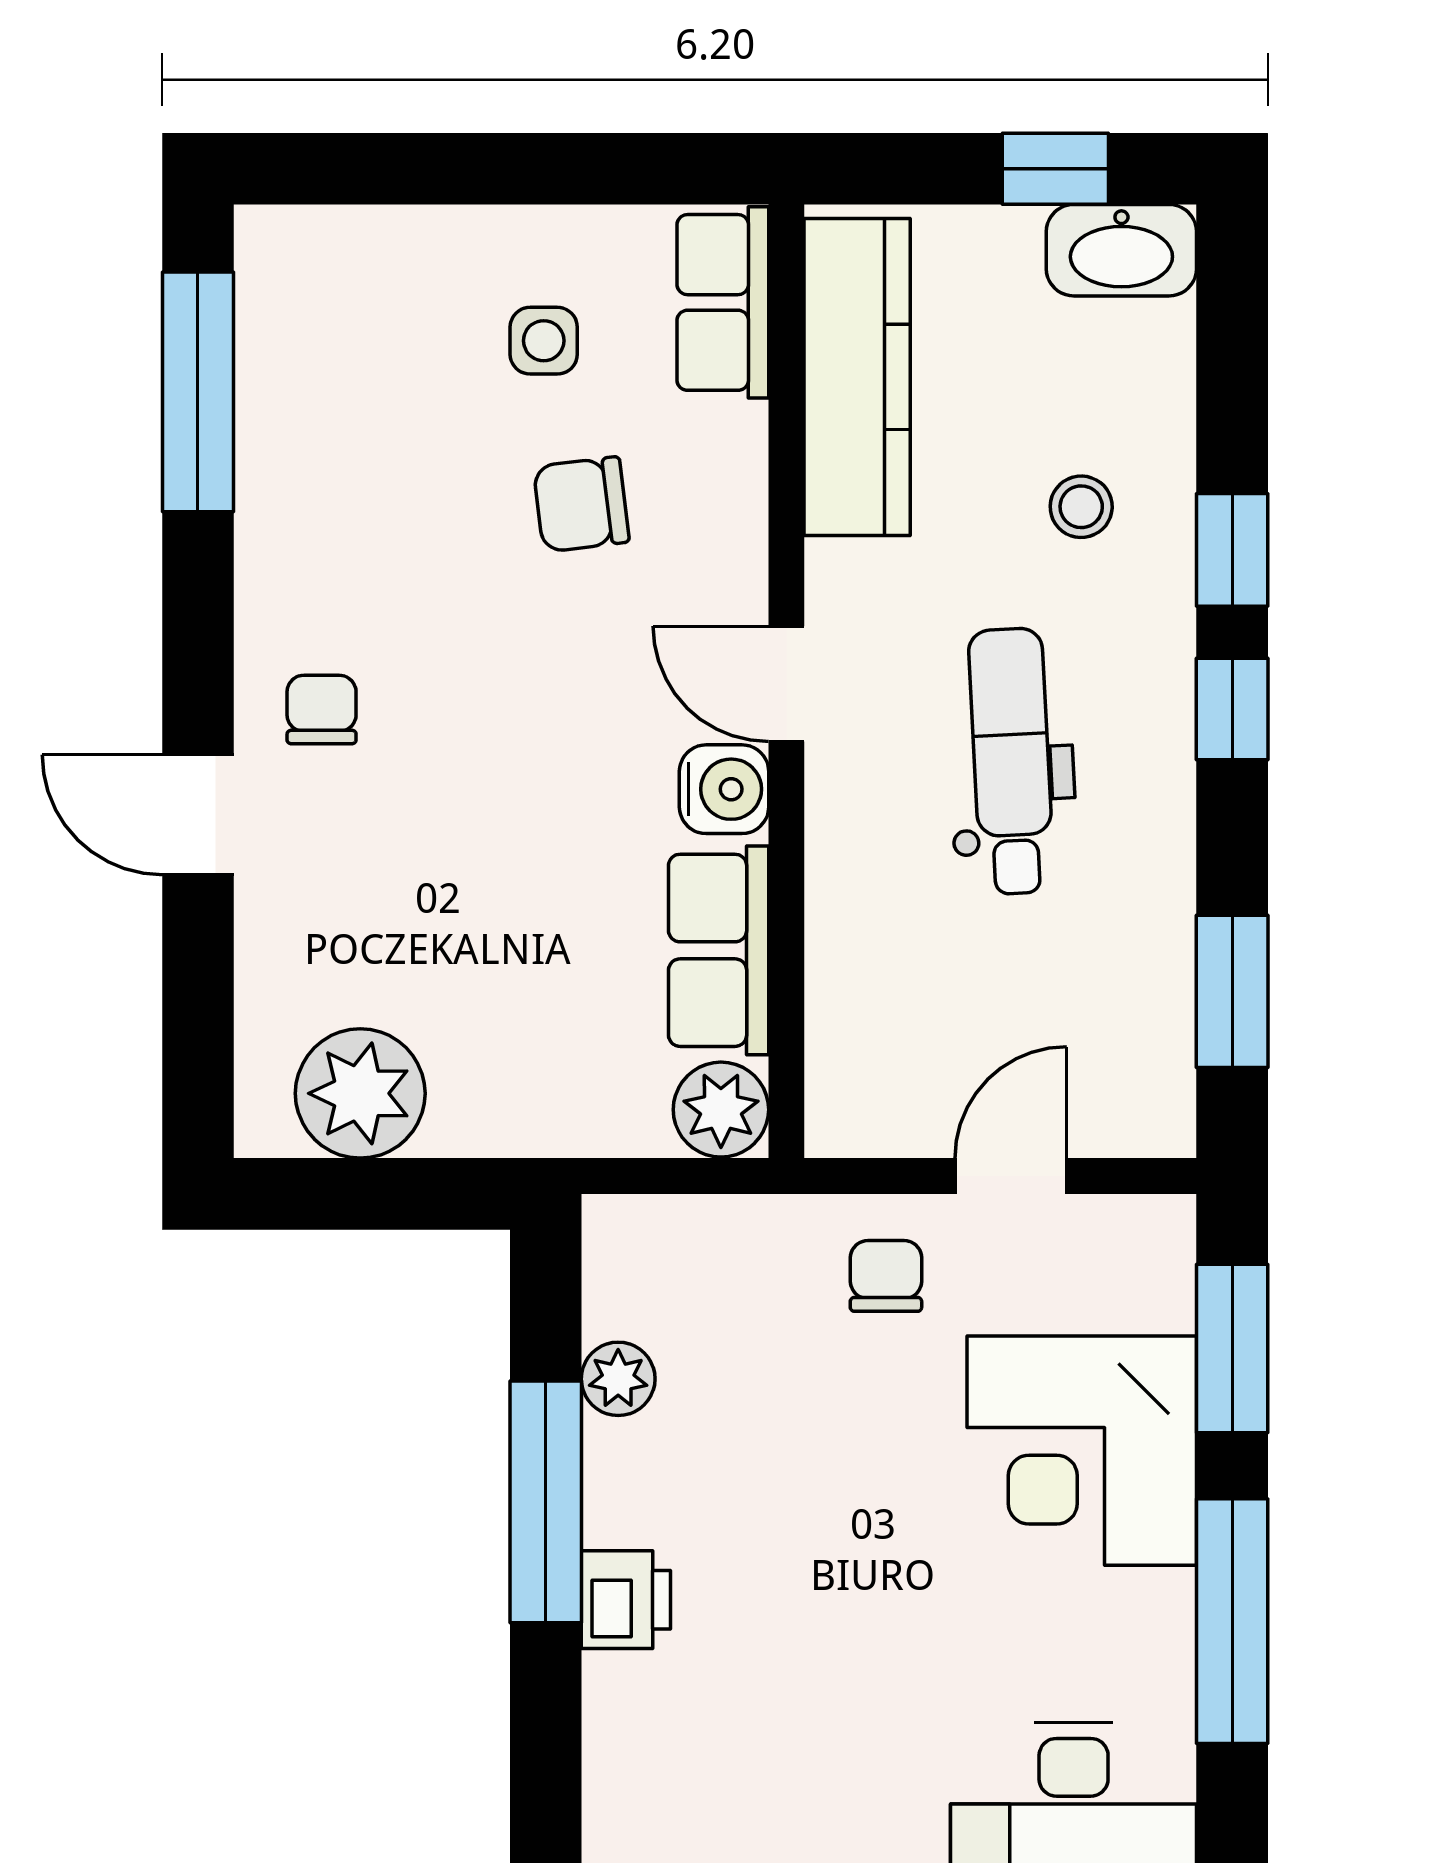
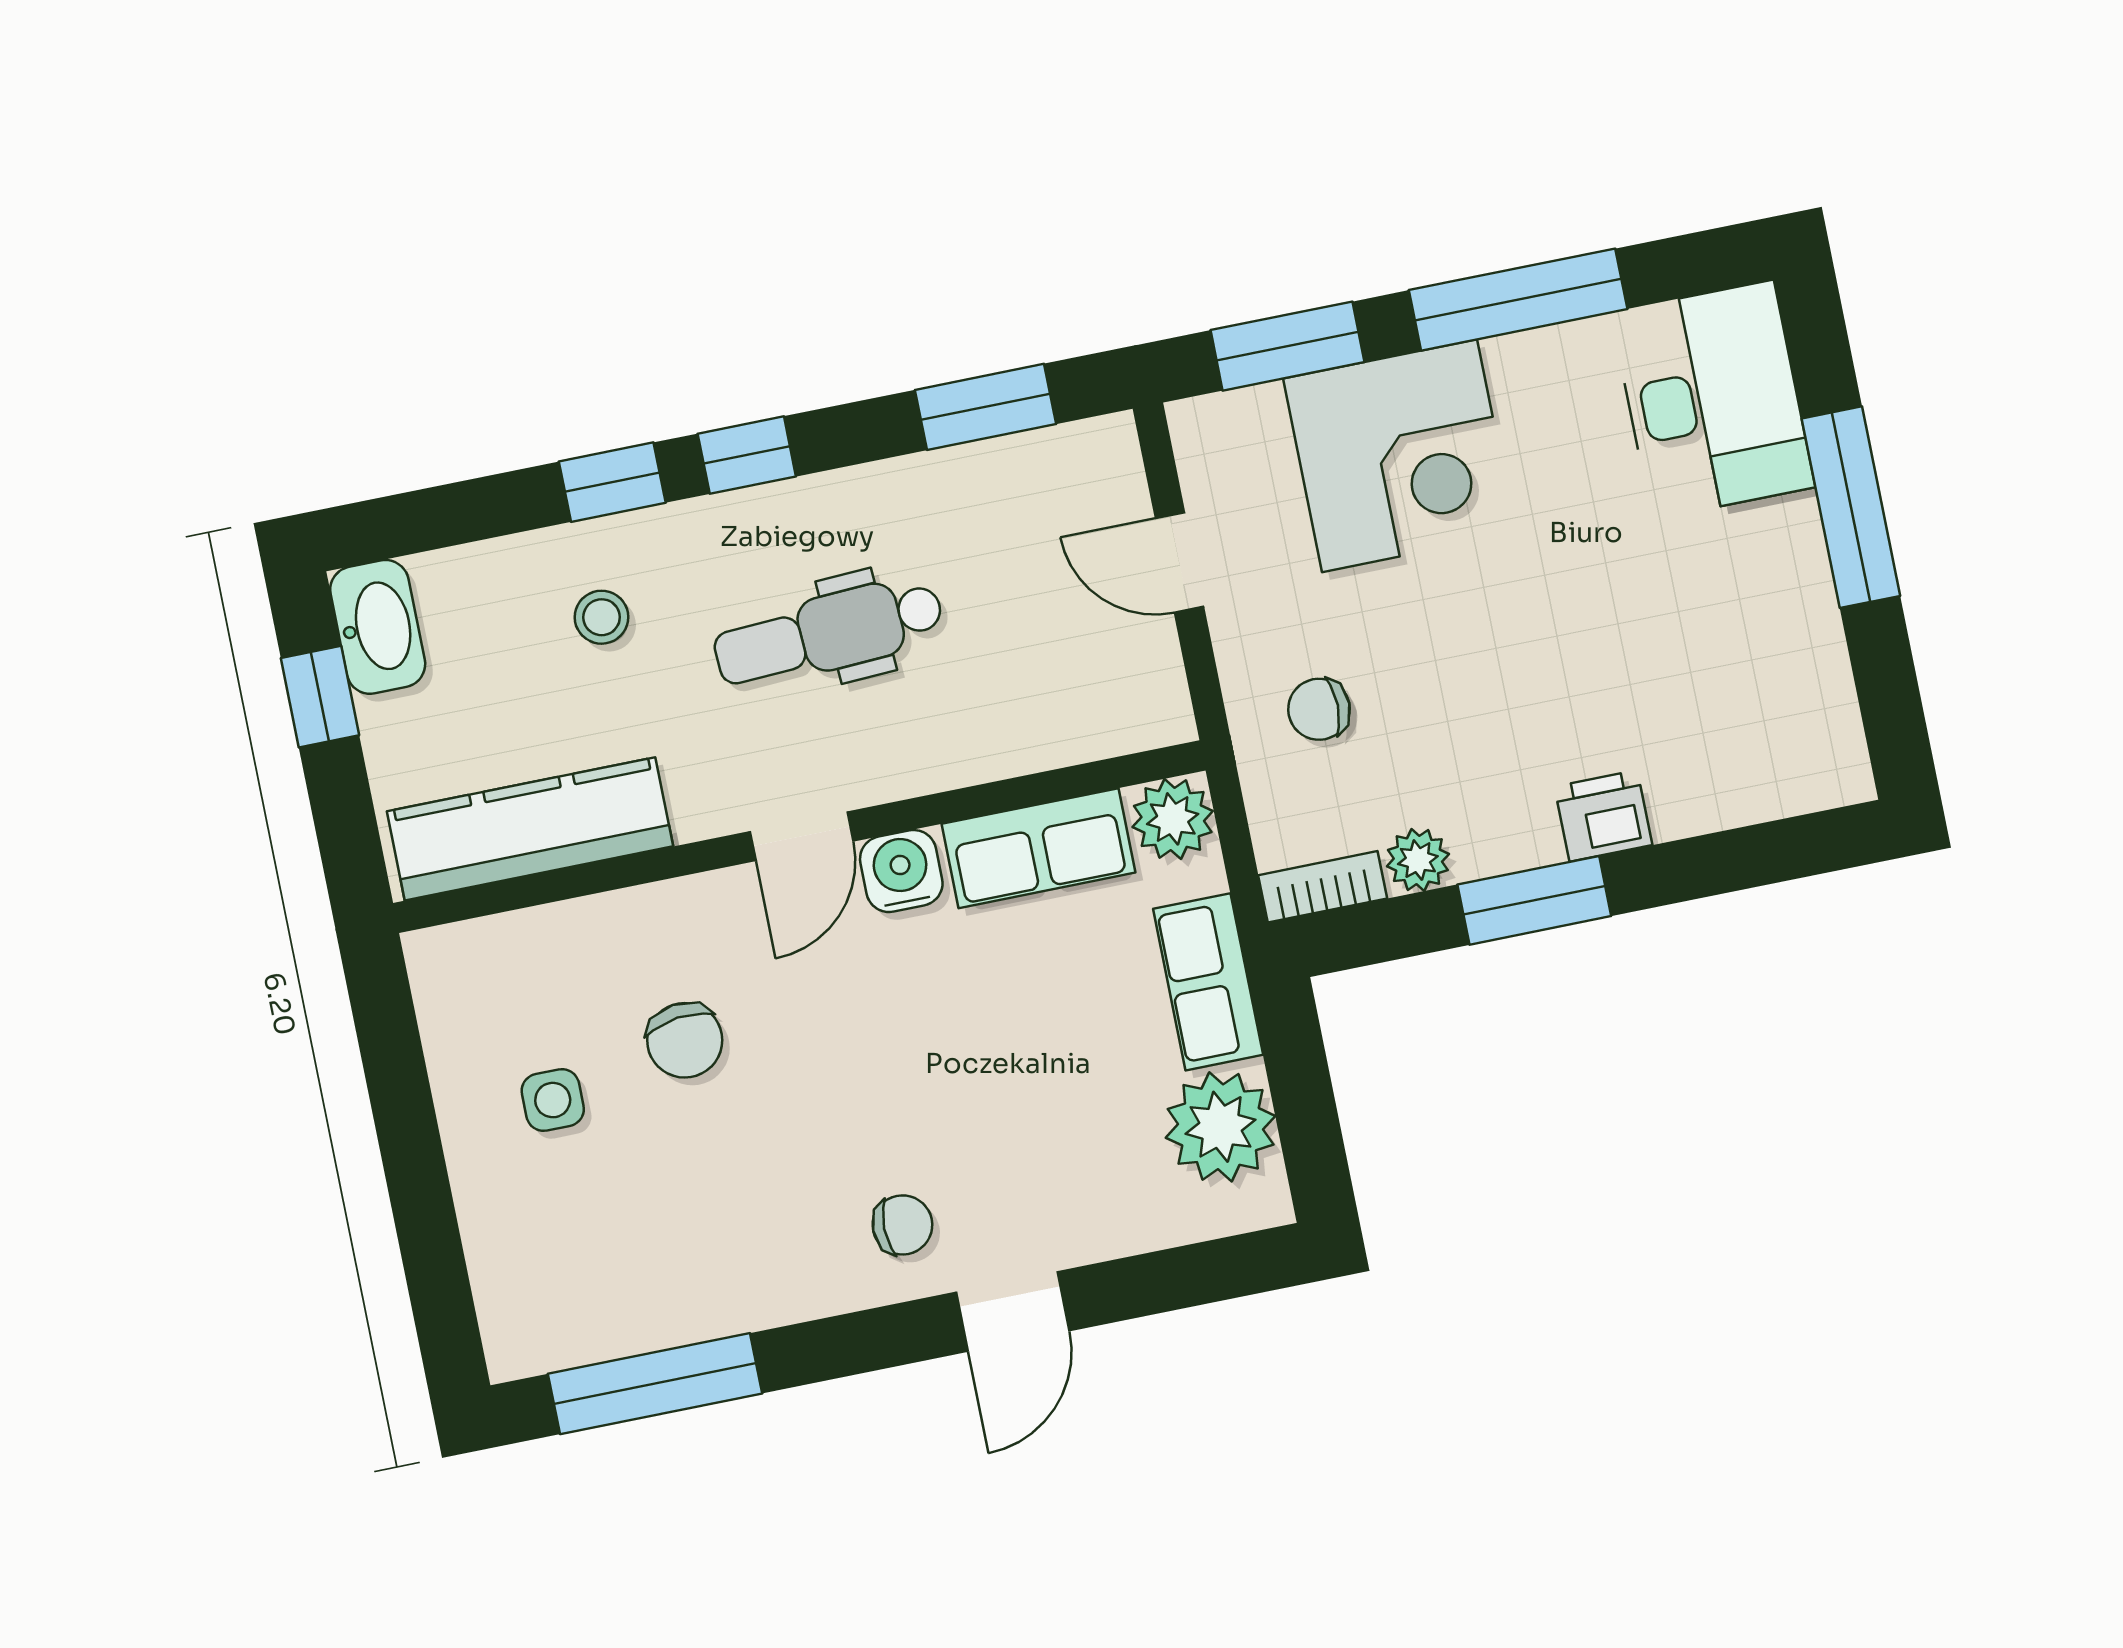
row of seats: (723, 302) -> (1208, 982), moved, turned 90
chair: (322, 710) -> (902, 1225), turned 180
bookcase: (610, 1264) -> (1323, 887), added
chair: (886, 1276) -> (1319, 709), moved
window: (546, 1502) -> (1534, 900), width x0.69

